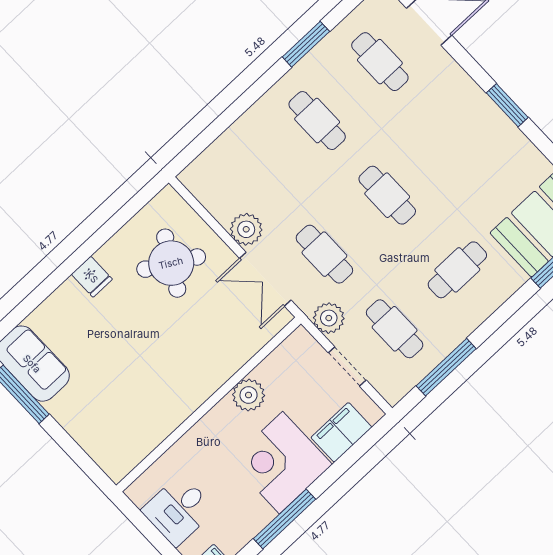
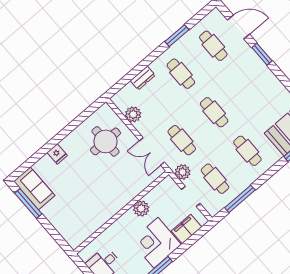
window: (507, 105) -> (262, 54), moved
dresser: (241, 132) -> (143, 78), added
plant: (246, 229) -> (133, 114), moved
round table: (171, 263) -> (105, 141), turned -30
cafe table: (457, 270) -> (247, 151), turned 90
fridge: (92, 277) -> (57, 154), moved

